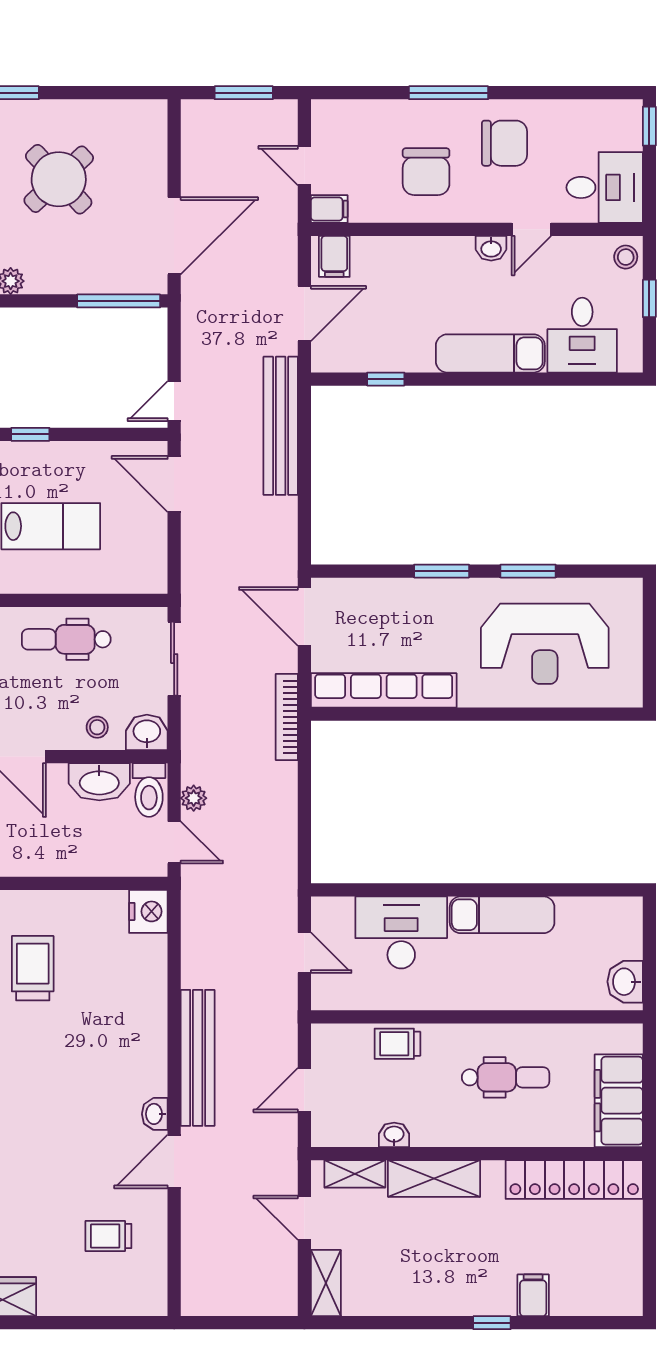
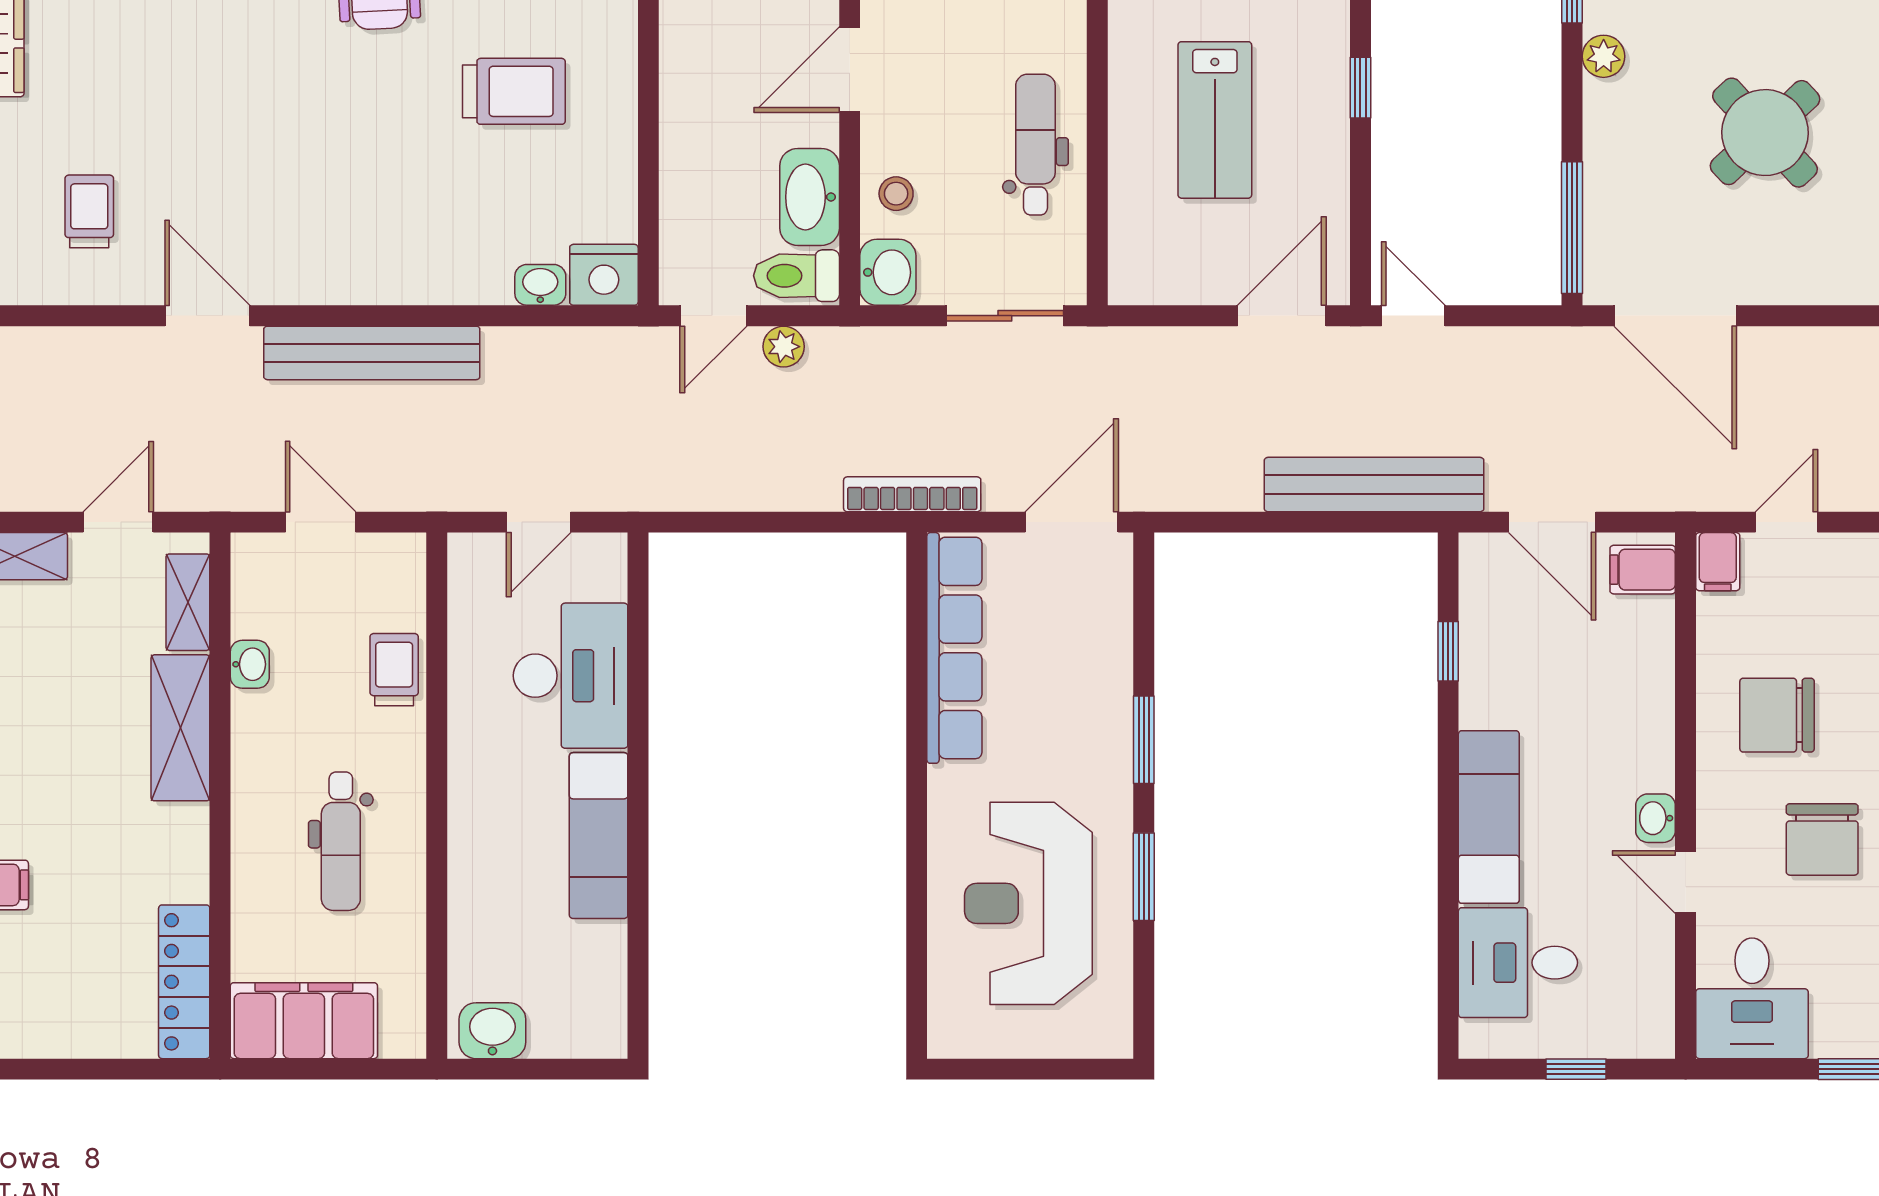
stool: (626, 257) -> (1642, 1032), removed
washbasin: (155, 1114) -> (540, 285), moved
locker: (574, 1179) -> (184, 982), width x0.71, depth x0.83

